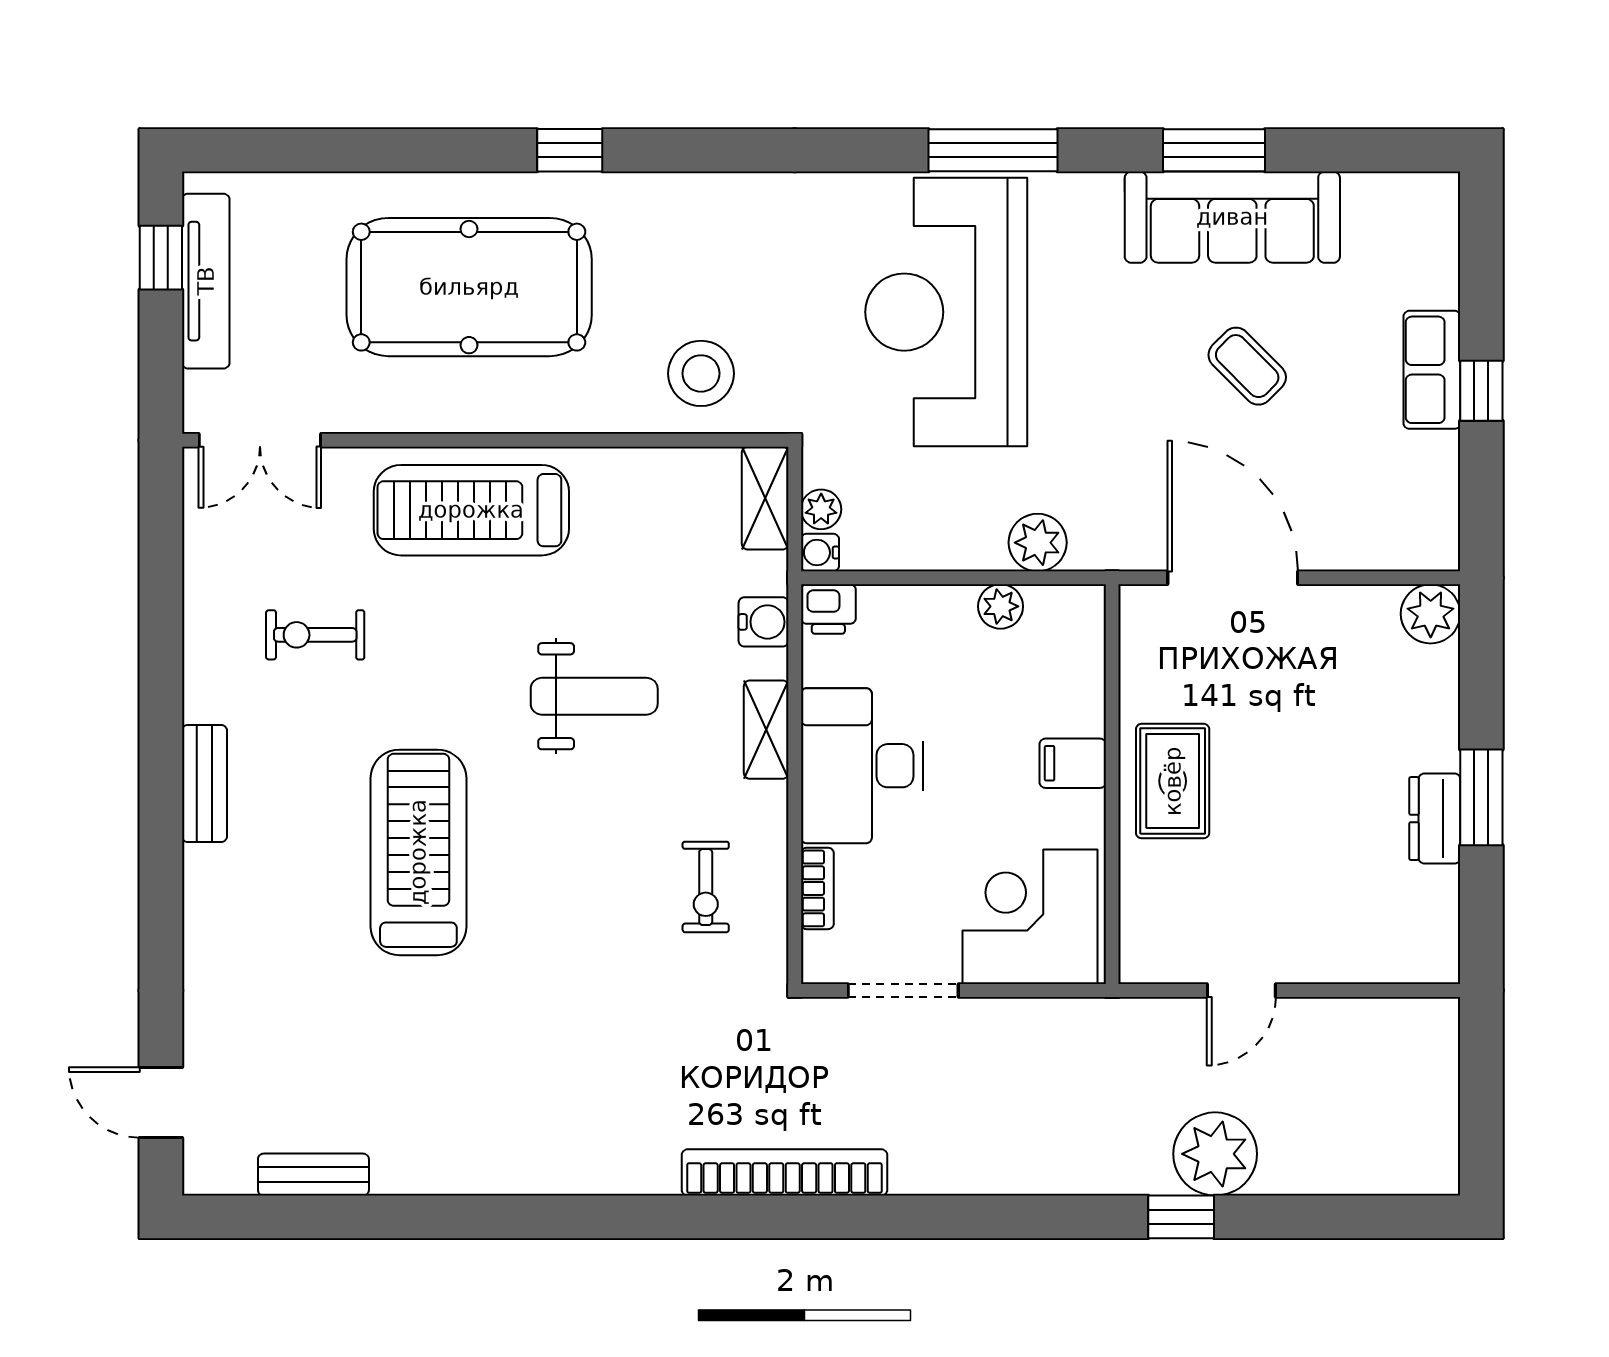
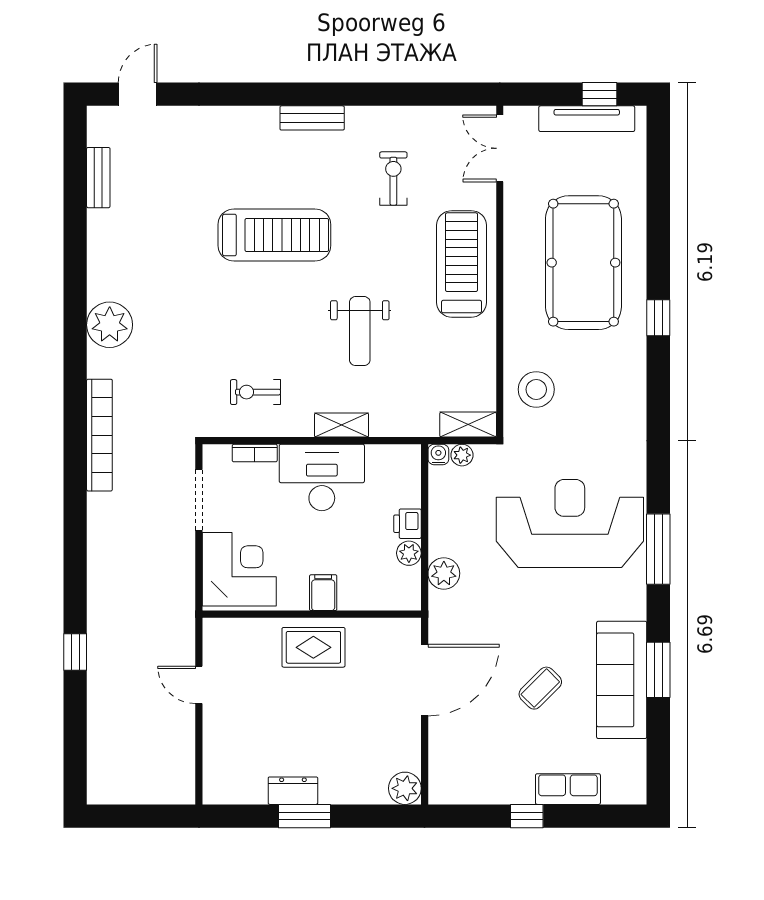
row of seats: (1432, 370) -> (568, 789), moved
printer: (828, 609) -> (407, 524), moved
water cooler: (764, 622) -> (400, 424), removed
plant: (1215, 1154) -> (110, 325), moved

